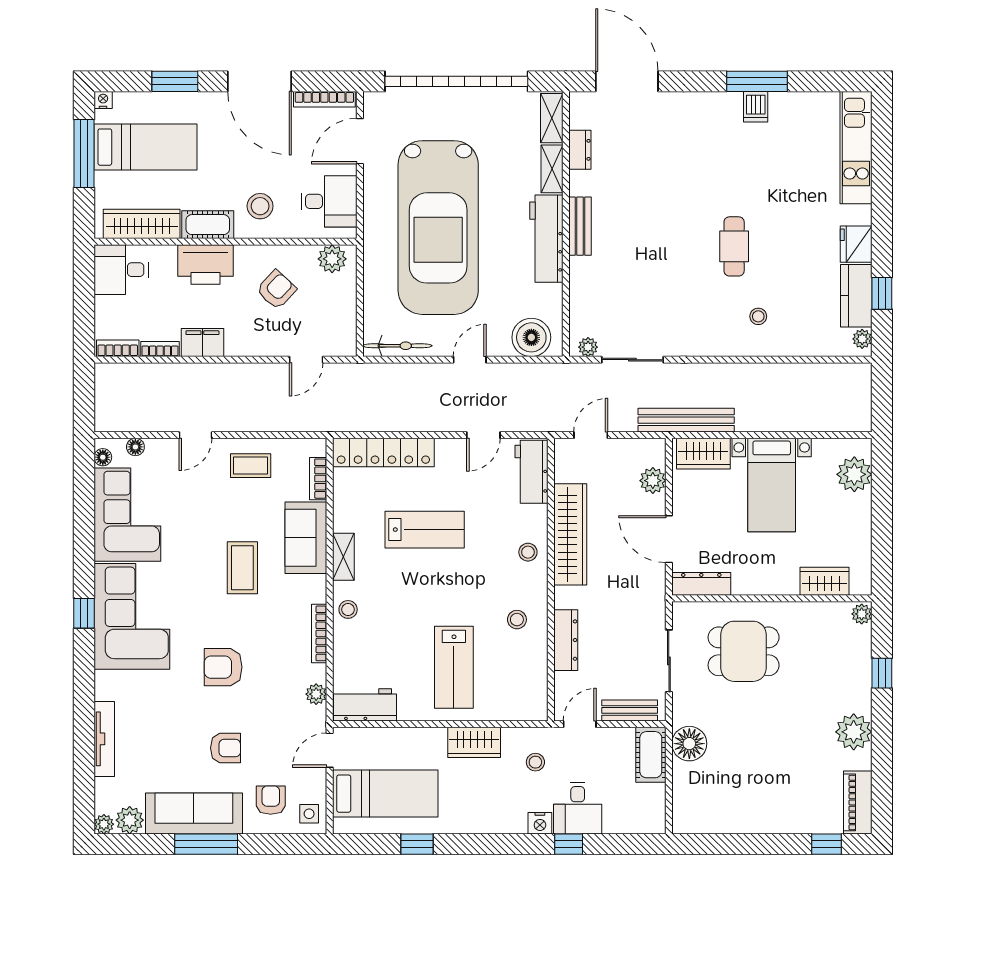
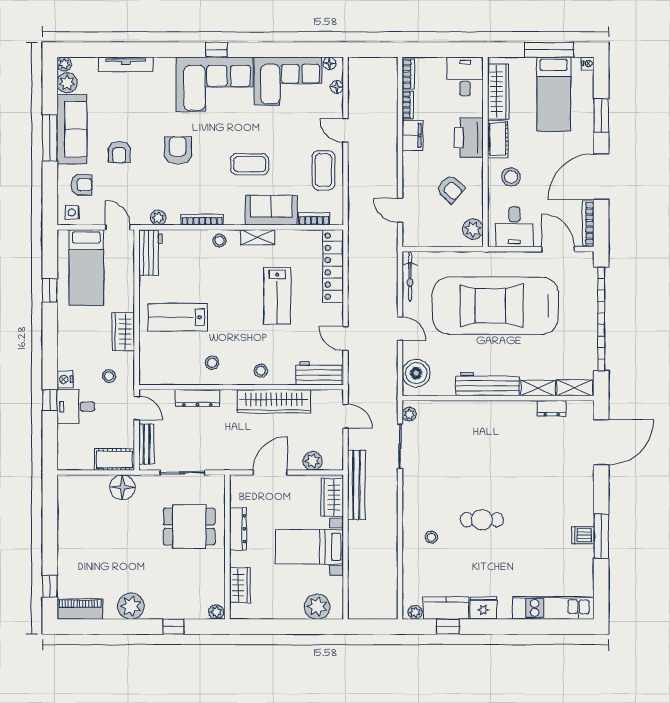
bench: (580, 226) -> (497, 408), removed
coffee table: (251, 466) -> (323, 170), width x1.36, depth x1.30
dresser: (701, 584) -> (238, 529), moved
dining table: (744, 651) -> (189, 527), turned 90

